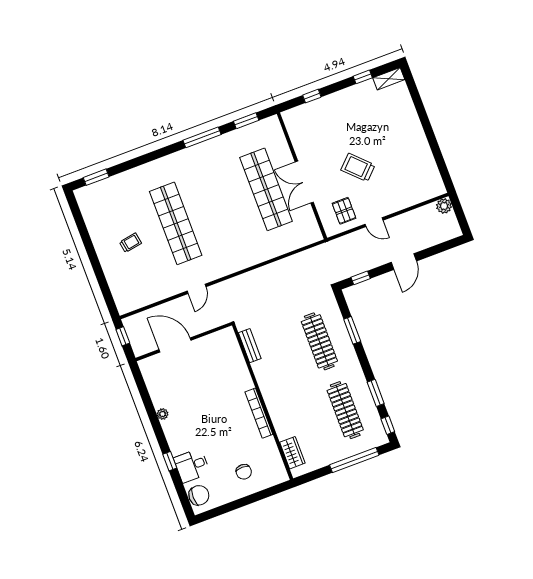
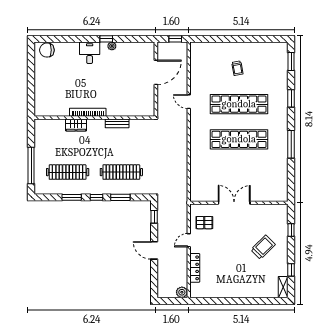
window: (246, 121) -> (291, 98), moved
trolley: (358, 168) -> (263, 247), moved
shop shelf: (266, 189) -> (239, 139), moved
locker: (407, 201) -> (195, 268), added
bench: (250, 346) -> (117, 123), moved
window: (388, 425) -> (96, 197), moved
wardrobe: (292, 453) -> (76, 125), moved
window: (170, 461) -> (106, 39), moved
desk: (192, 466) -> (90, 53), moved
chair: (244, 472) -> (51, 87), removed
chair: (199, 495) -> (47, 50), turned 90

